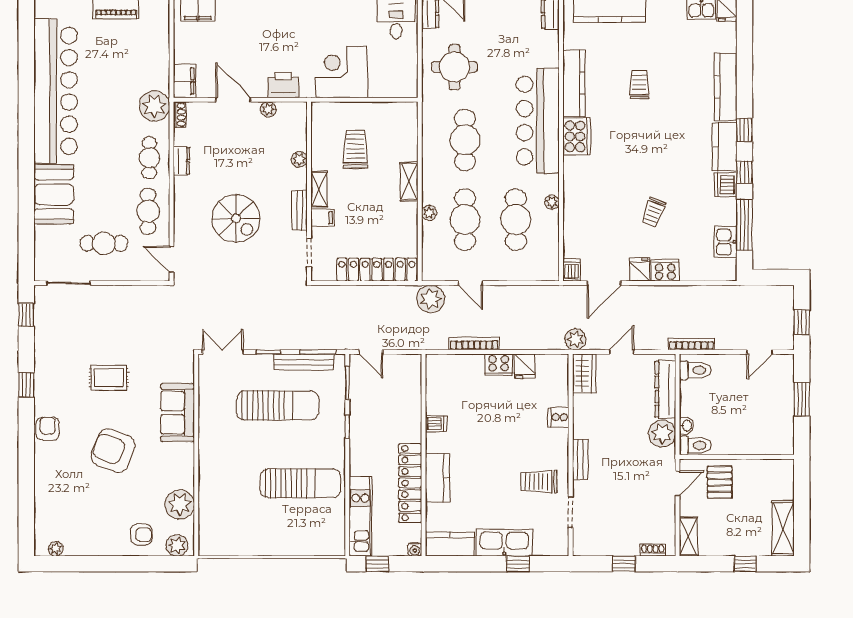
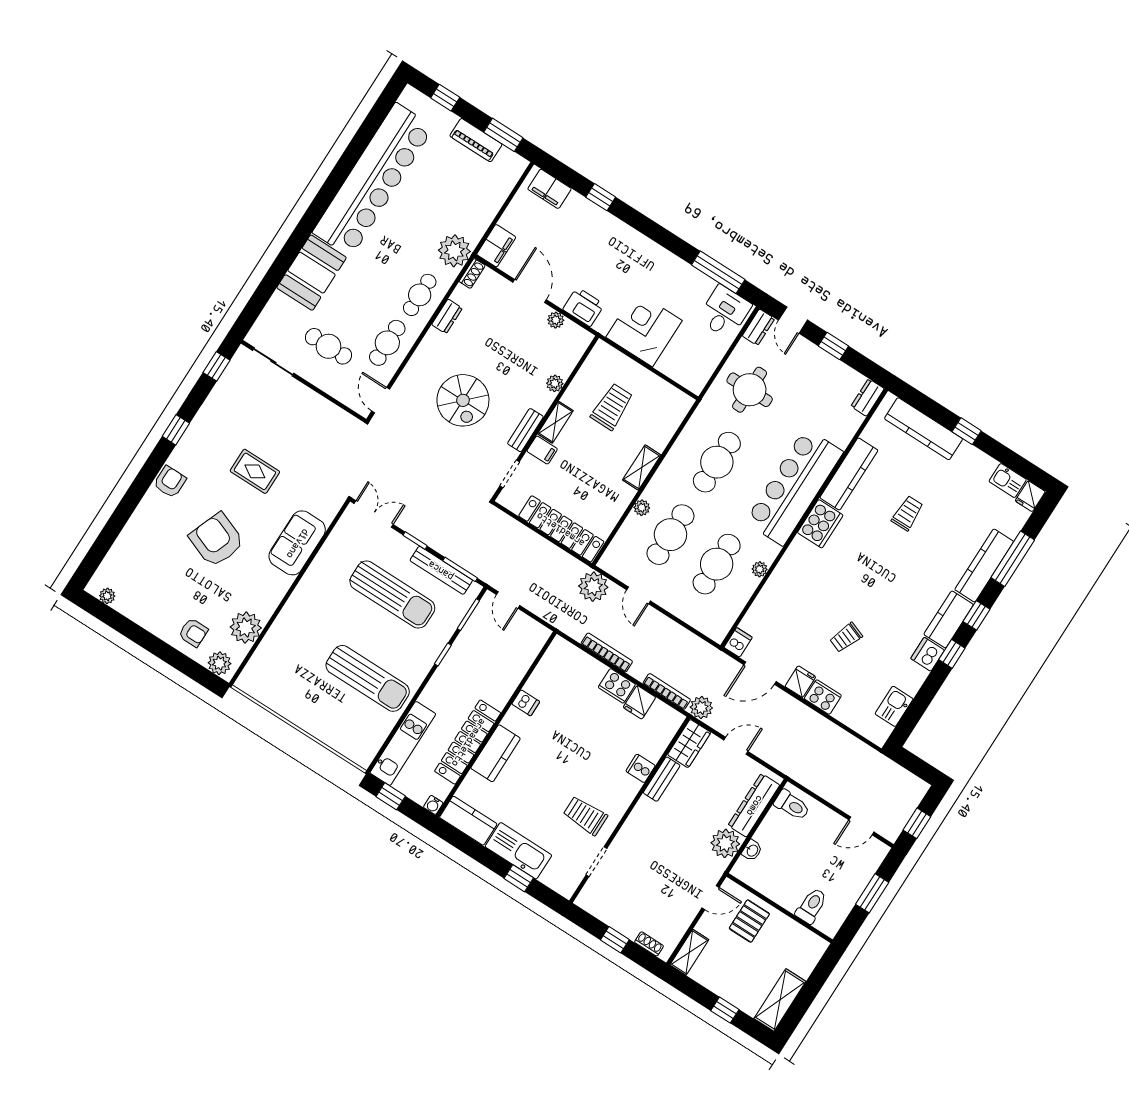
window: (744, 225) -> (1013, 559), moved
bookcase: (692, 344) -> (667, 692), moved
toilet: (695, 445) -> (811, 906), moved, turned -90
bench: (580, 460) -> (662, 779), moved

